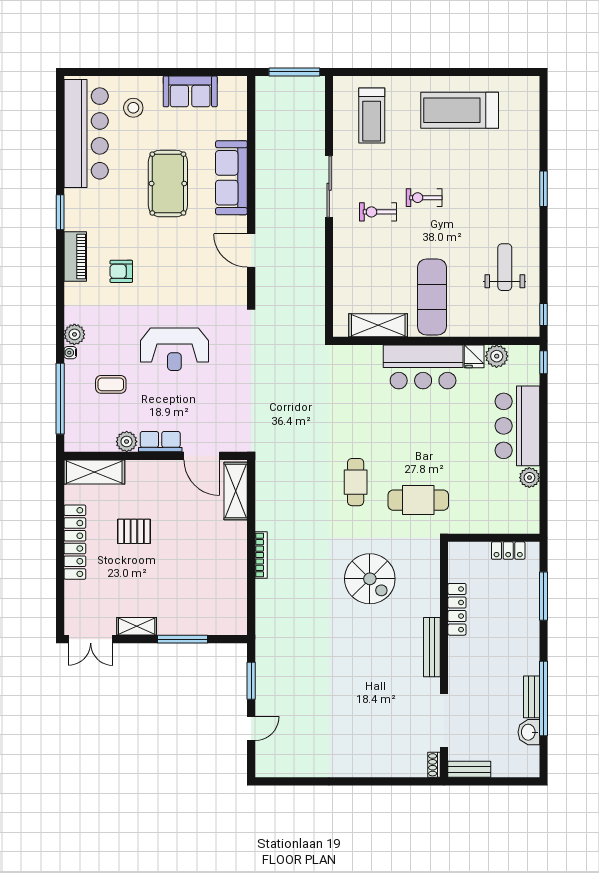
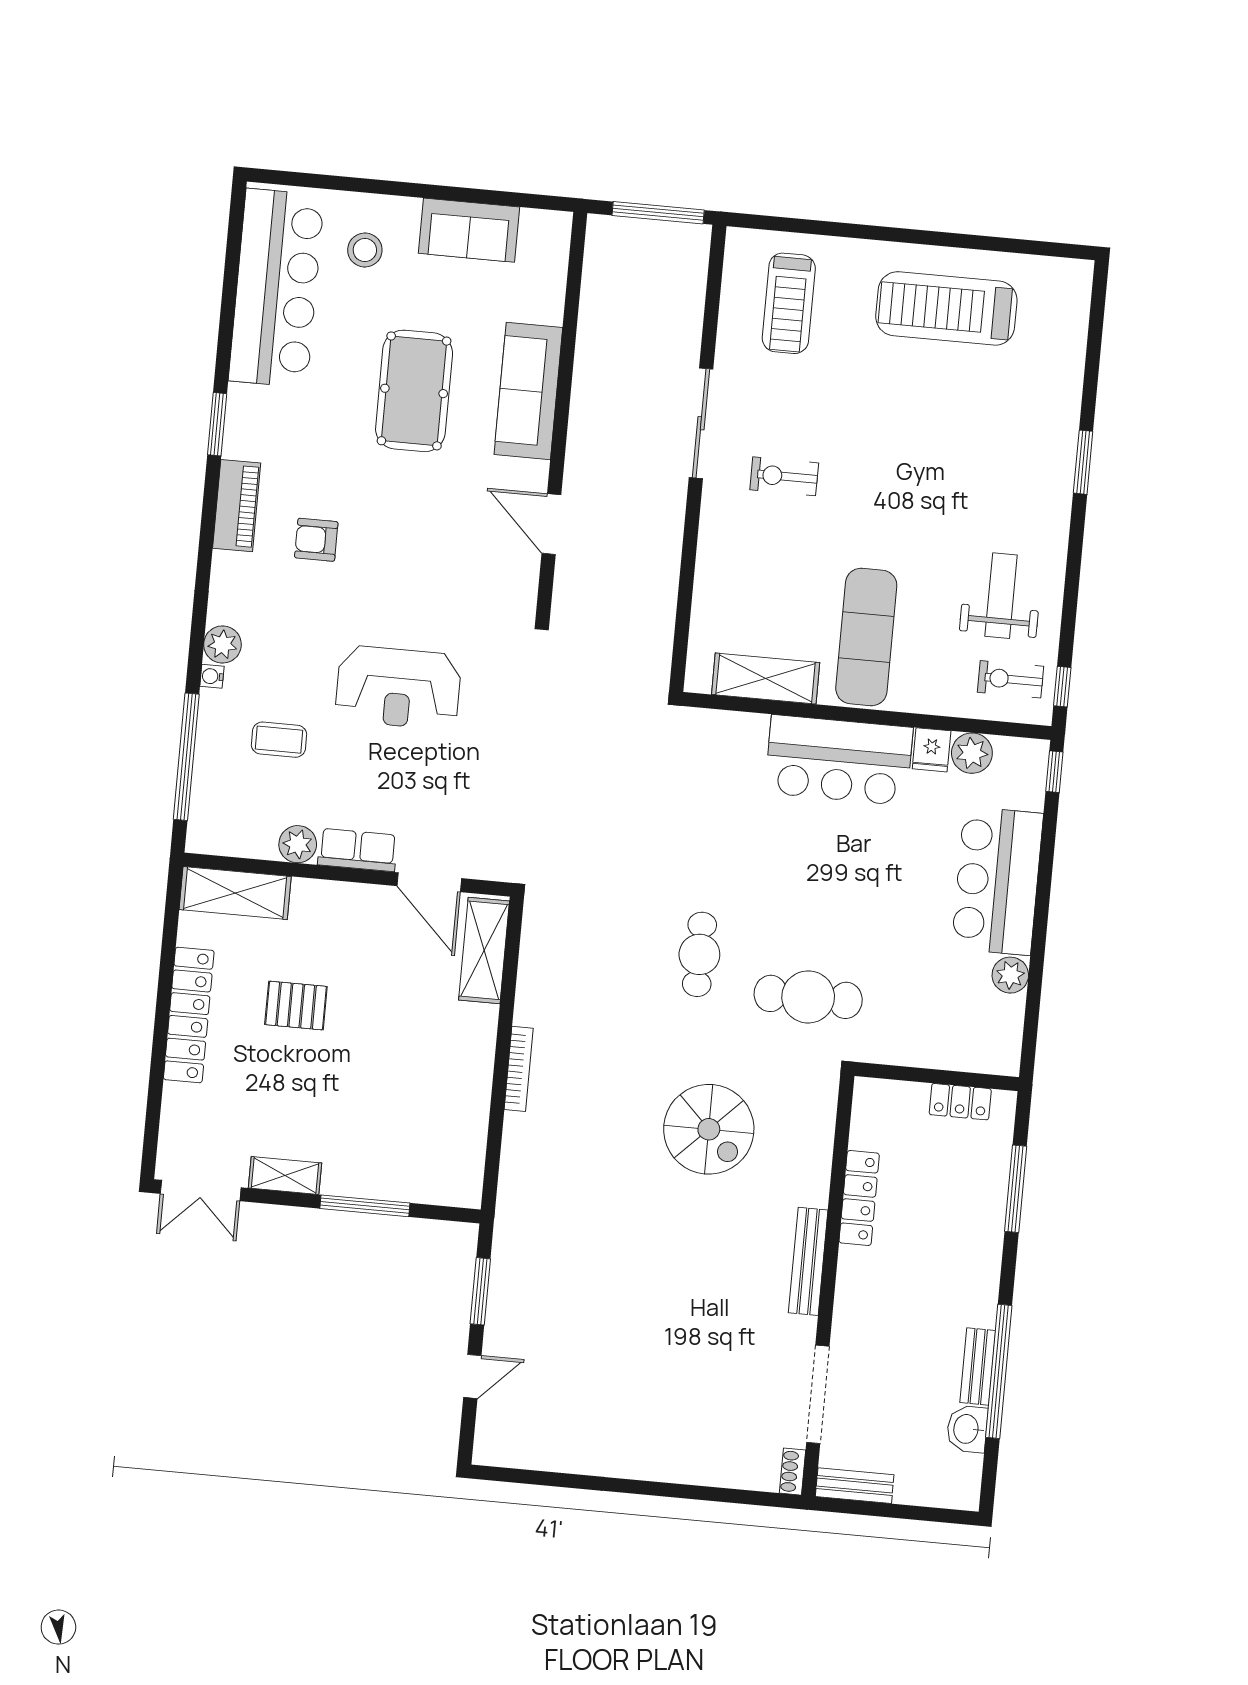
exercise bike: (424, 198) -> (1011, 679), moved

